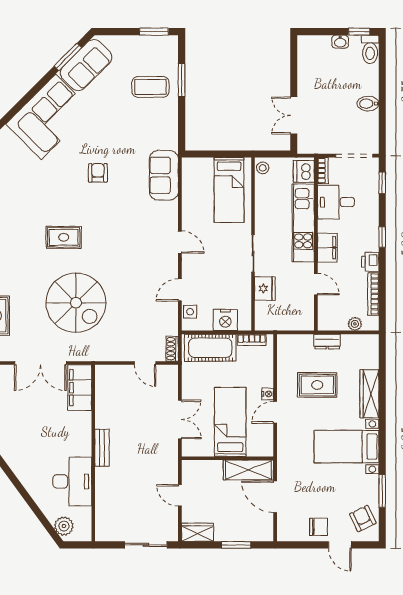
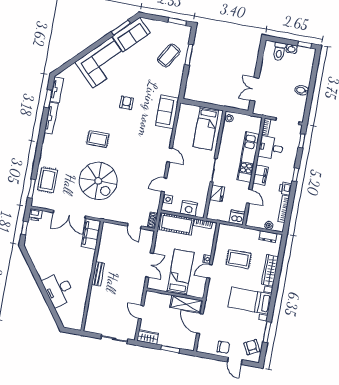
toilet: (370, 49) -> (279, 51), moved
coffee table: (150, 87) -> (169, 55), turned -59
dishwasher: (304, 171) -> (237, 217), moved, turned 90
dresser: (327, 342) -> (268, 237), moved
desk: (72, 481) -> (59, 289), moved, turned 144
plant: (64, 526) -> (66, 318), removed

